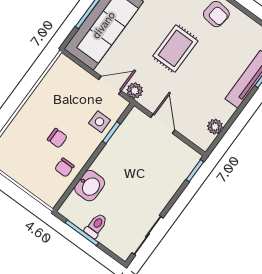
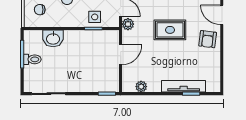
chair: (64, 168) -> (40, 10), moved

